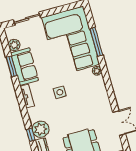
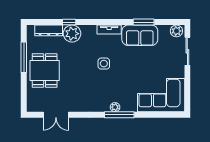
corner sofa: (71, 41) -> (161, 95), width x0.73, depth x0.74
window: (96, 42) -> (119, 115), moved
plant: (14, 45) -> (176, 31), moved

